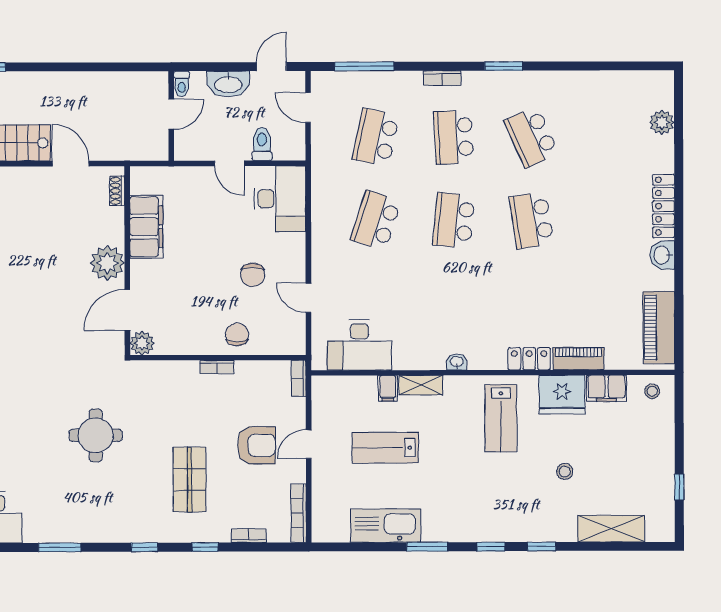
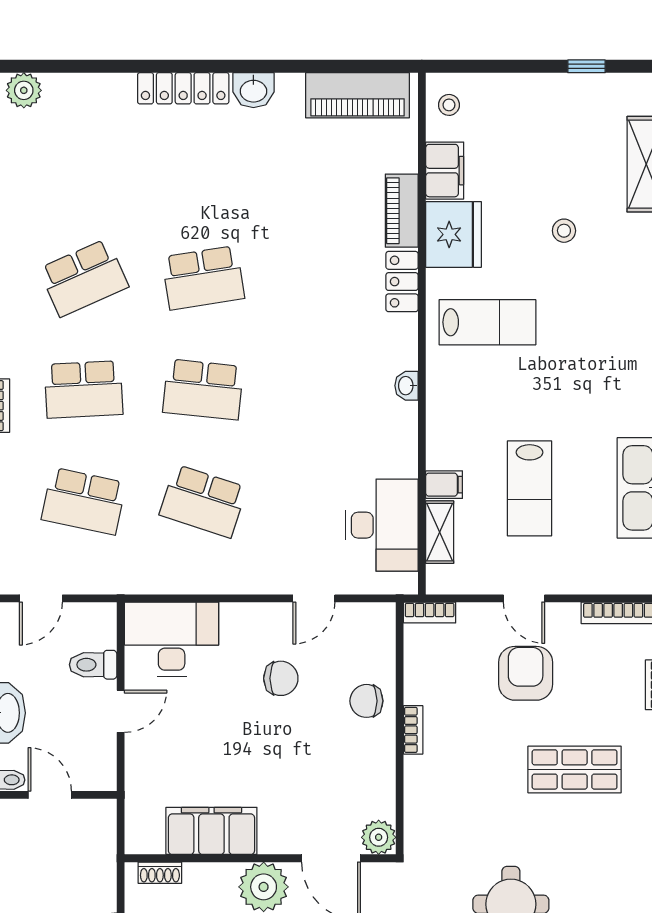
plant: (662, 122) -> (24, 90), moved
shelving: (421, 385) -> (440, 532), moved

